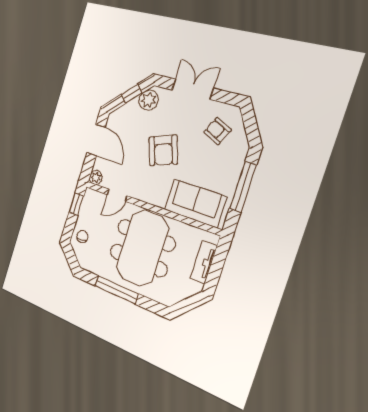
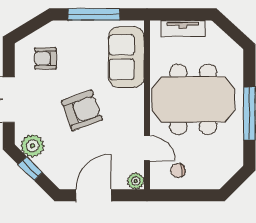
armchair: (217, 131) -> (45, 58), turned 65
window: (76, 204) -> (174, 195), removed
chair: (82, 237) -> (178, 170), moved

